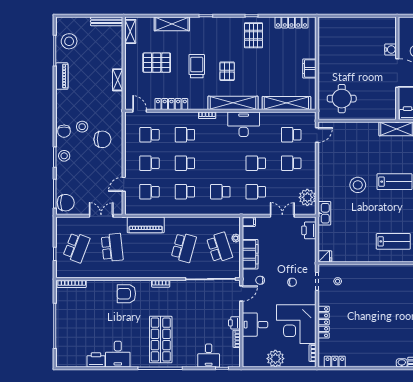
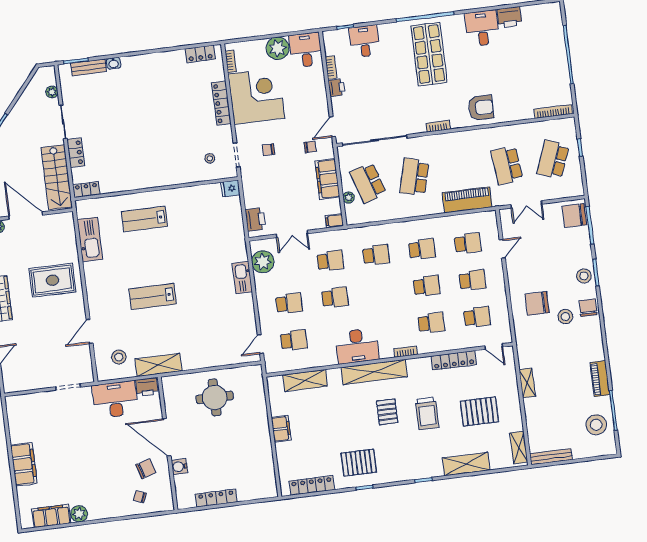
locker: (365, 22) -> (216, 498), added
pallet: (253, 35) -> (359, 463), turned 90
round table: (342, 99) -> (215, 397), moved
shelving: (286, 103) -> (305, 380), width x0.68
stool: (358, 185) -> (200, 286), removed
kitchen sink: (324, 213) -> (242, 278), moved
desk: (255, 325) -> (306, 50), moved, turned -90

